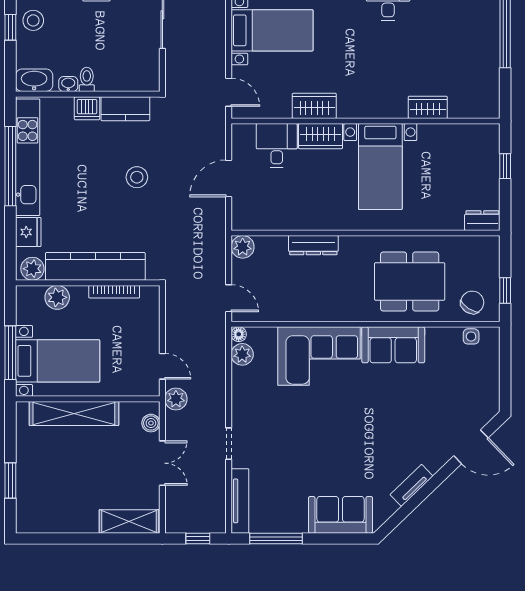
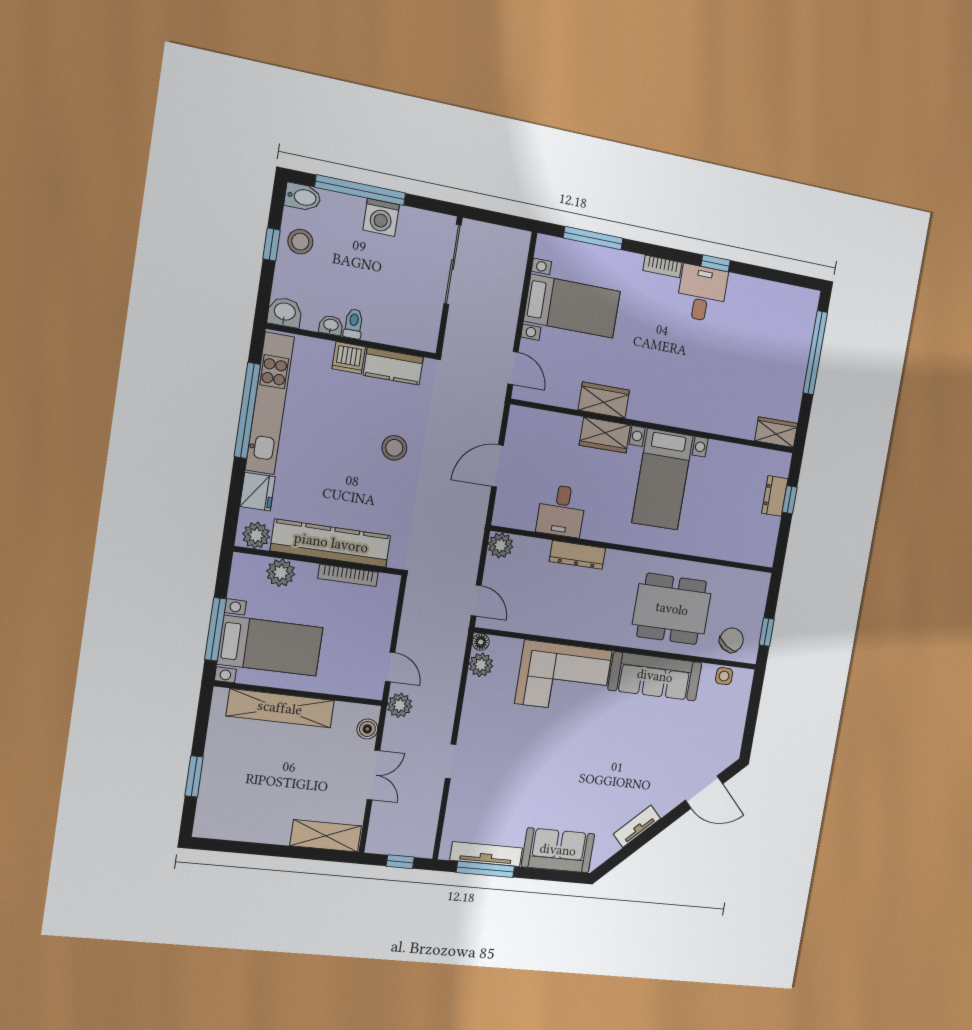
washbasin: (34, 80) -> (285, 312), width x0.72
wardrobe: (428, 107) -> (776, 432), moved
desk: (277, 145) -> (561, 511), moved, turned 180
dresser: (482, 221) -> (775, 496), moved, turned -90
sofa: (393, 345) -> (655, 676), width x1.36
tv unit: (240, 501) -> (486, 854), moved, turned -90

